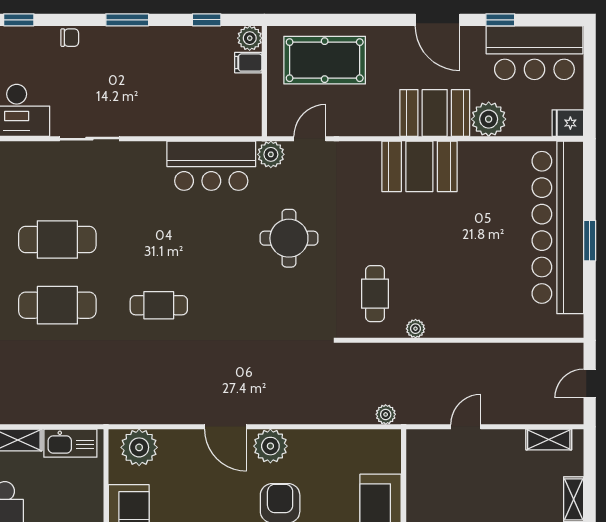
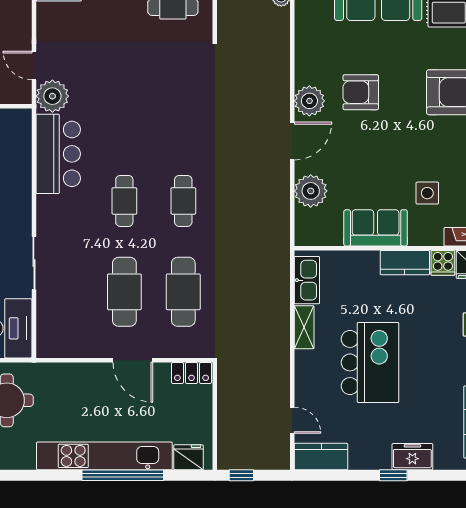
plant: (271, 154) -> (52, 96), width x1.36, depth x1.36
round table: (289, 238) -> (123, 84), removed
cafe table: (159, 239) -> (124, 201), added
plant: (139, 447) -> (311, 191), moved

